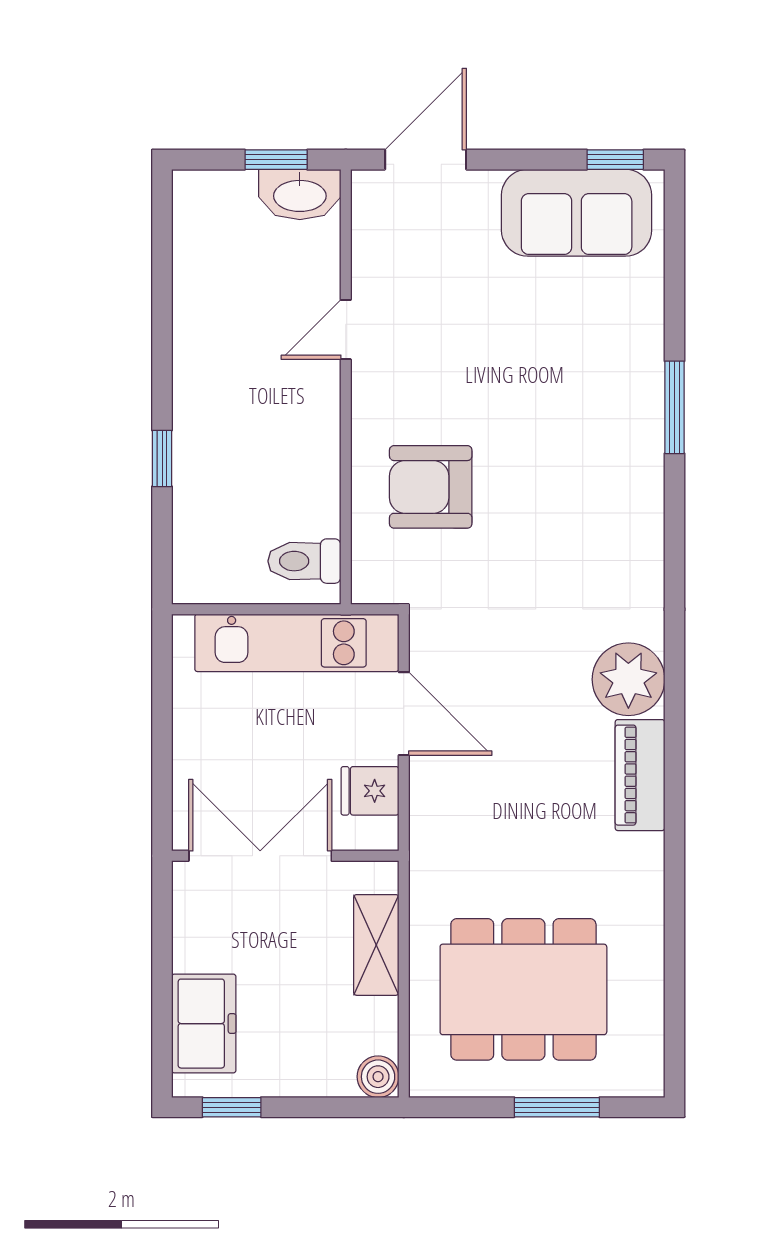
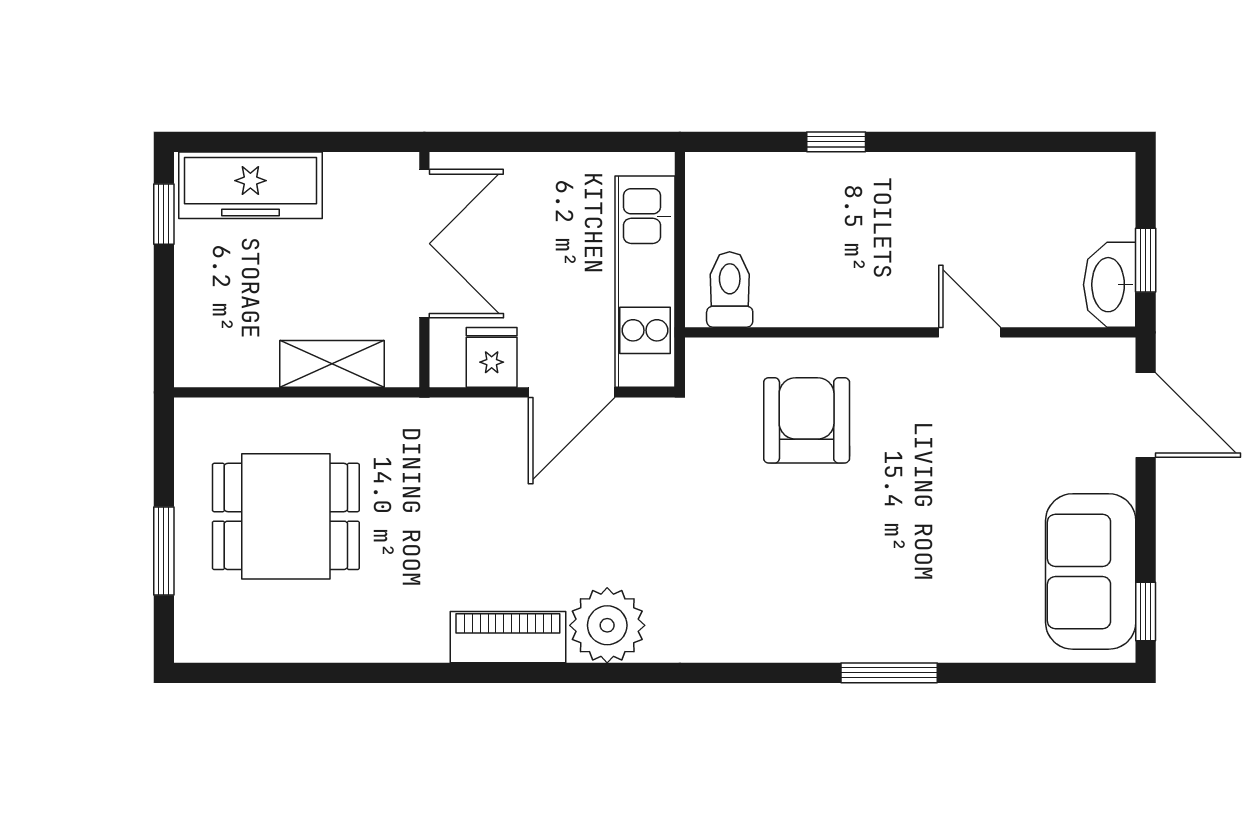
dining table: (523, 989) -> (286, 516), width x0.73
freezer: (204, 1024) -> (250, 185), width x1.40
boiler: (378, 1077) -> (195, 366), removed

